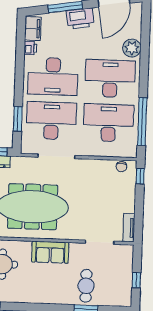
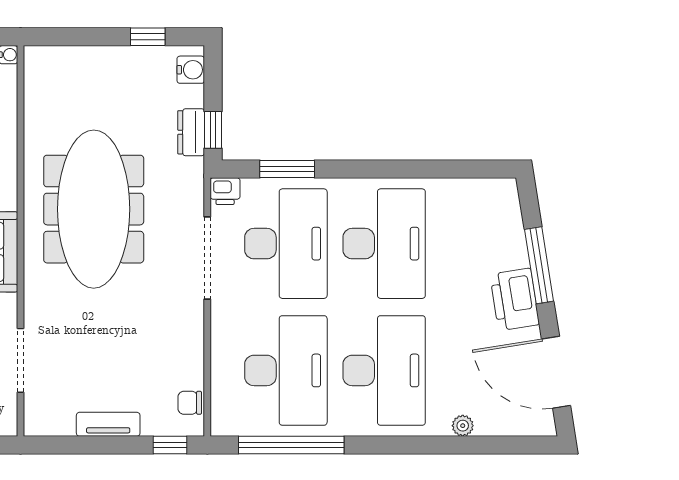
filing cabinet: (33, 28) -> (489, 195), removed
printer: (30, 48) -> (225, 191), moved
plant: (132, 48) -> (463, 426), width x0.53, depth x0.53
desk: (53, 76) -> (384, 244), turned 180
tv unit: (129, 228) -> (108, 424), moved

